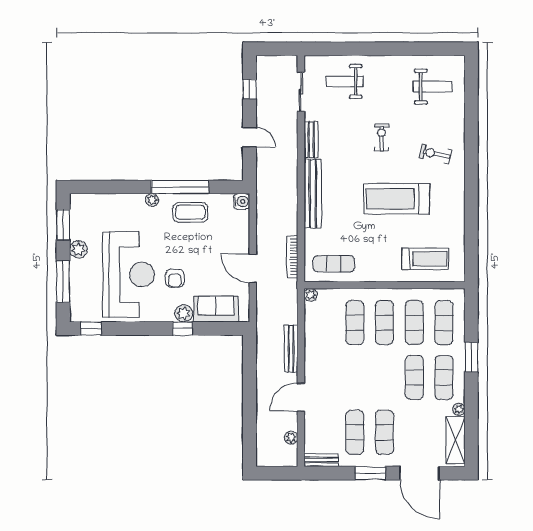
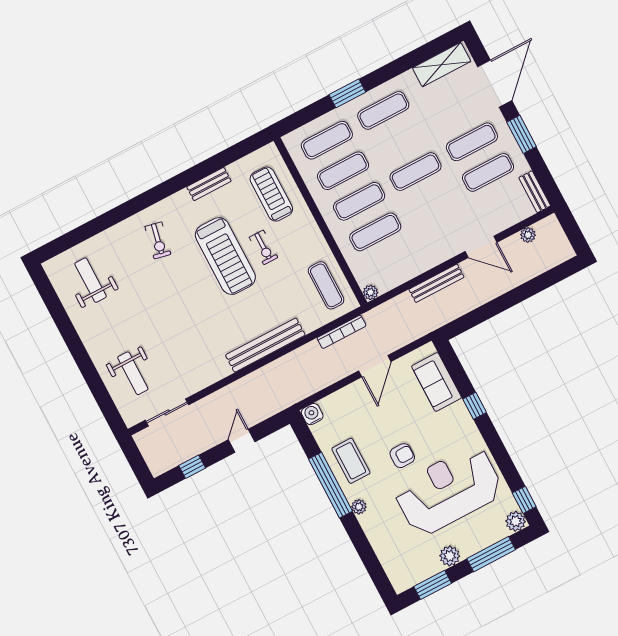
exercise bike: (381, 138) -> (264, 247), moved, turned -90
bench: (311, 140) -> (209, 184), moved
armchair: (175, 278) -> (402, 456), moved
plant: (184, 313) -> (516, 521), moved
exercise mat: (414, 377) -> (415, 172), moved
plant: (459, 409) -> (408, 78), removed

